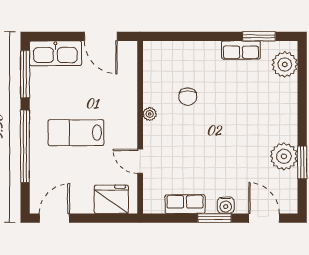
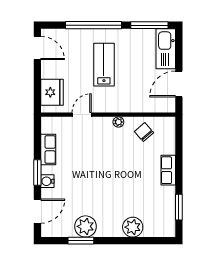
row of seats: (241, 50) -> (168, 170), moved
plant: (285, 64) -> (133, 227), moved
chair: (188, 97) -> (144, 132), moved, turned 49

